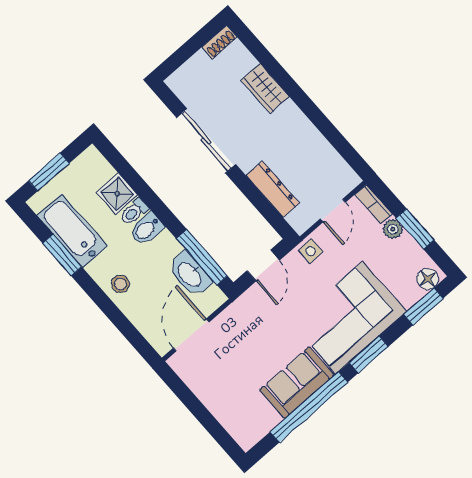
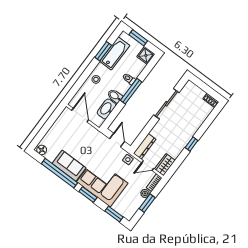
wardrobe: (265, 88) -> (165, 165), moved
window: (306, 105) -> (191, 144), added
dresser: (273, 189) -> (145, 146), moved
shower: (117, 194) -> (146, 55), moved
bidet: (147, 229) -> (115, 96), moved
window: (202, 257) -> (131, 91), moved
door: (263, 265) -> (117, 140), swing flipped
floor lamp: (428, 279) -> (42, 150), moved
door: (191, 335) -> (80, 115), hinge flipped

